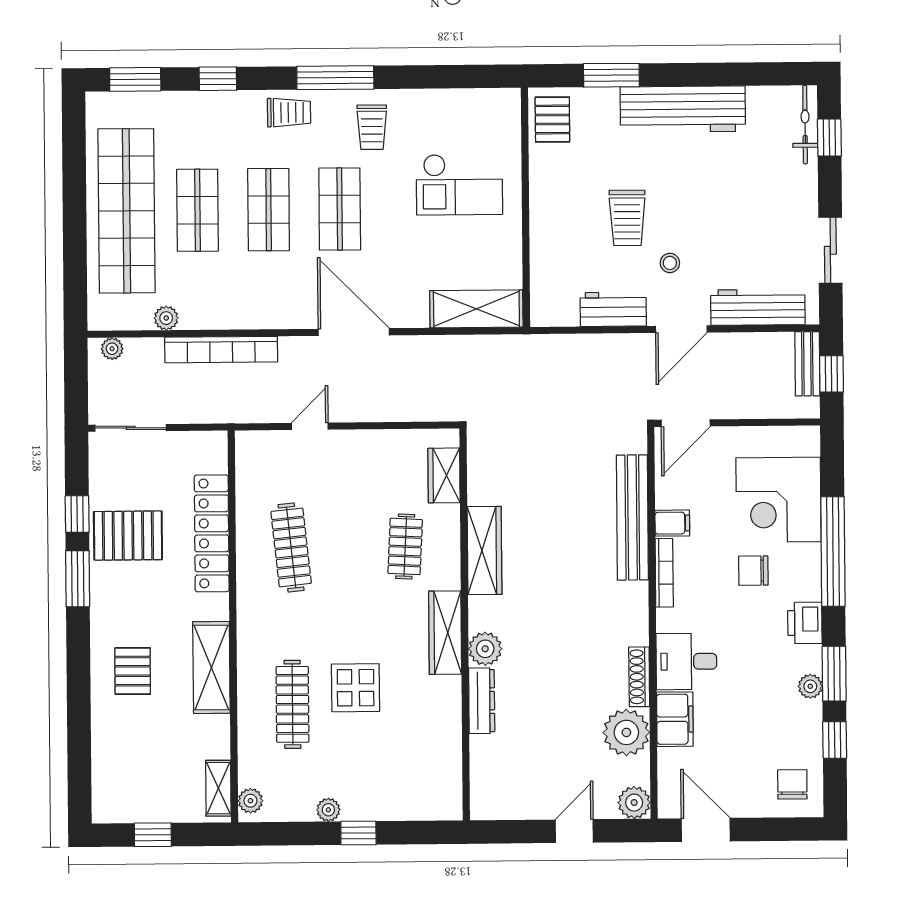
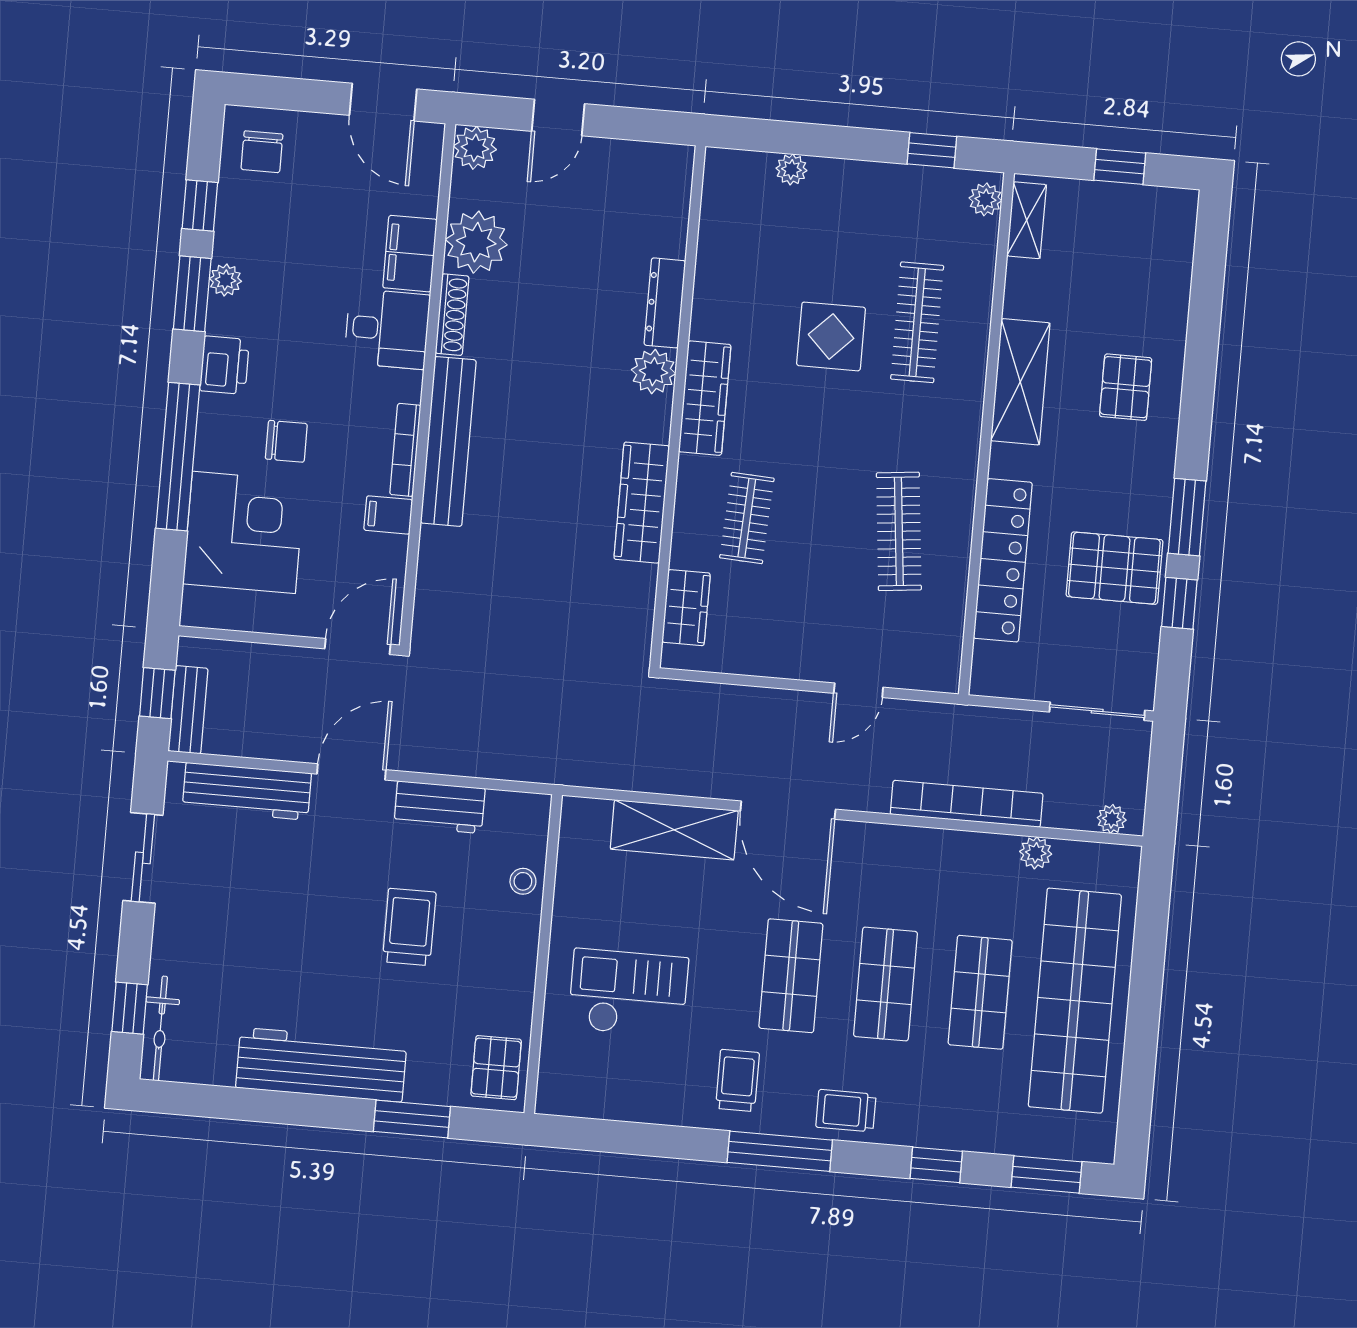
stool: (670, 263) -> (523, 881), moved
shelving: (476, 309) -> (674, 830), moved
bench: (632, 517) -> (448, 441), moved
plant: (328, 810) -> (791, 169), moved
window: (358, 833) -> (932, 150), moved

